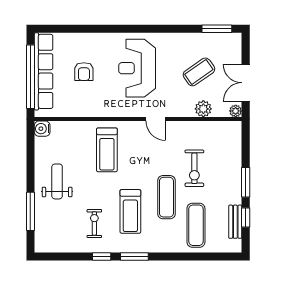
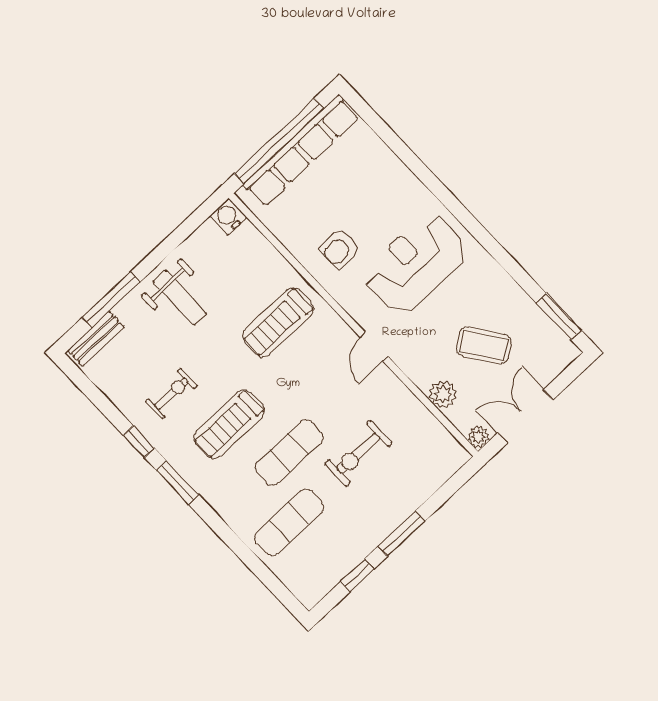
armchair: (84, 72) -> (340, 249), moved
weight bench: (57, 181) -> (180, 298), turned 90
bench: (235, 222) -> (96, 339), moved

